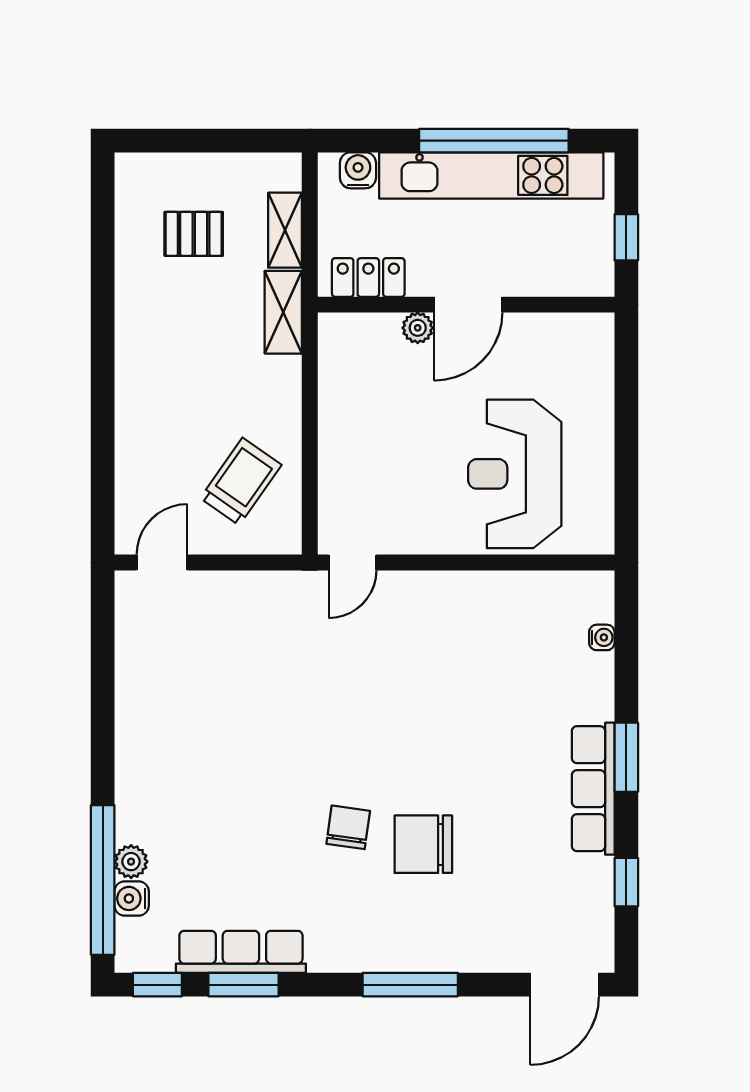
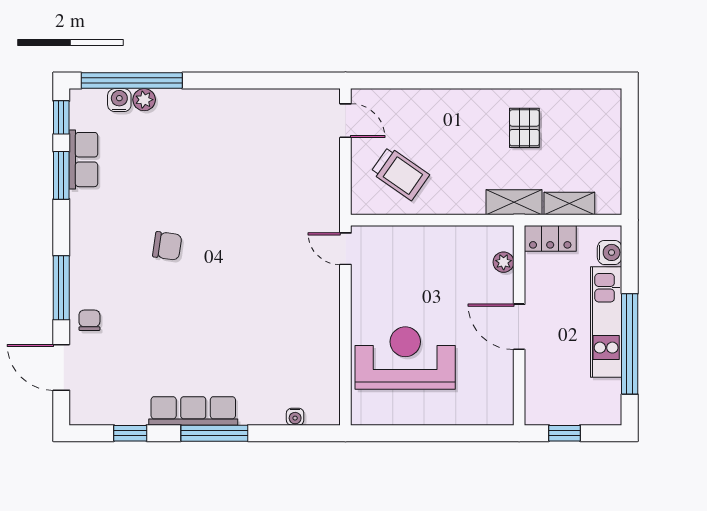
kitchen unit: (491, 175) -> (606, 322), width x0.73
pallet: (194, 234) -> (524, 128), moved
locker: (368, 277) -> (550, 238), moved, turned 90
plant: (418, 328) -> (504, 262), moved
window: (626, 757) -> (214, 433), width x1.44
chair: (423, 844) -> (89, 320), moved, width x0.54, depth x0.54
row of seats: (241, 952) -> (83, 160), width x0.68
door: (565, 985) -> (61, 367), moved

